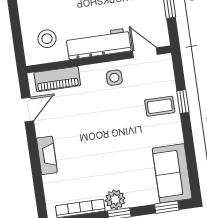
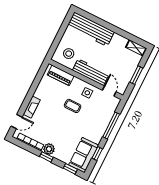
window: (183, 102) -> (111, 126), width x2.17
coffee table: (160, 106) -> (73, 106), moved
door: (28, 110) -> (17, 122), moved
window: (191, 157) -> (97, 153), added

